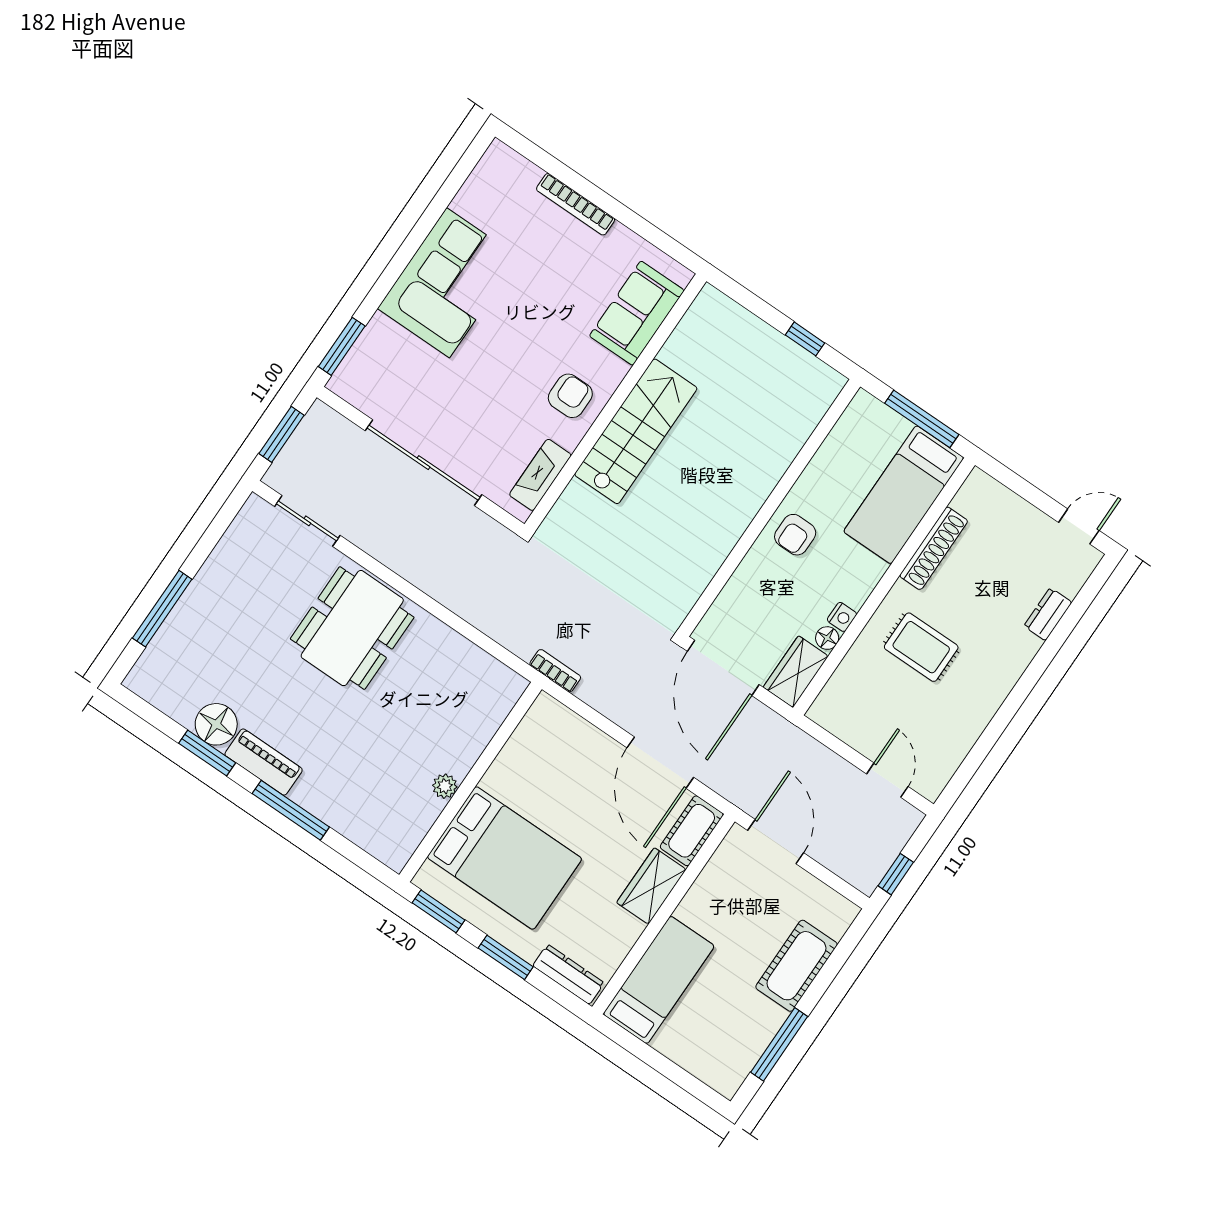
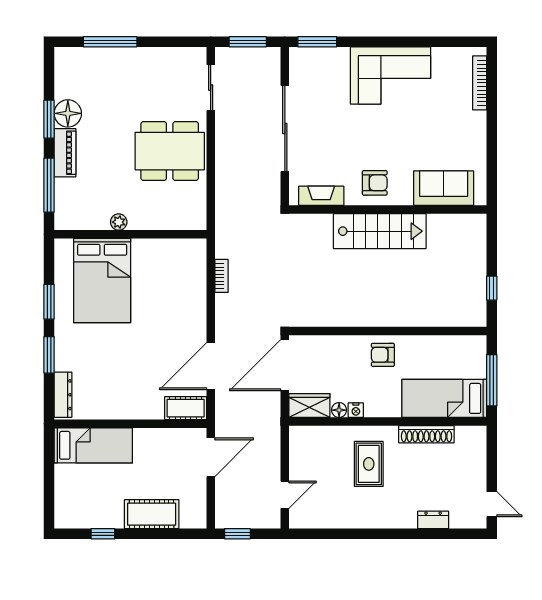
bookcase: (576, 204) -> (480, 83), moved
wall: (470, 782) -> (130, 234), moved
plant: (445, 786) -> (119, 222), moved
bed: (505, 858) -> (102, 281), moved
wardrobe: (651, 886) -> (141, 407), removed
window: (779, 1044) -> (103, 534), width x0.46

